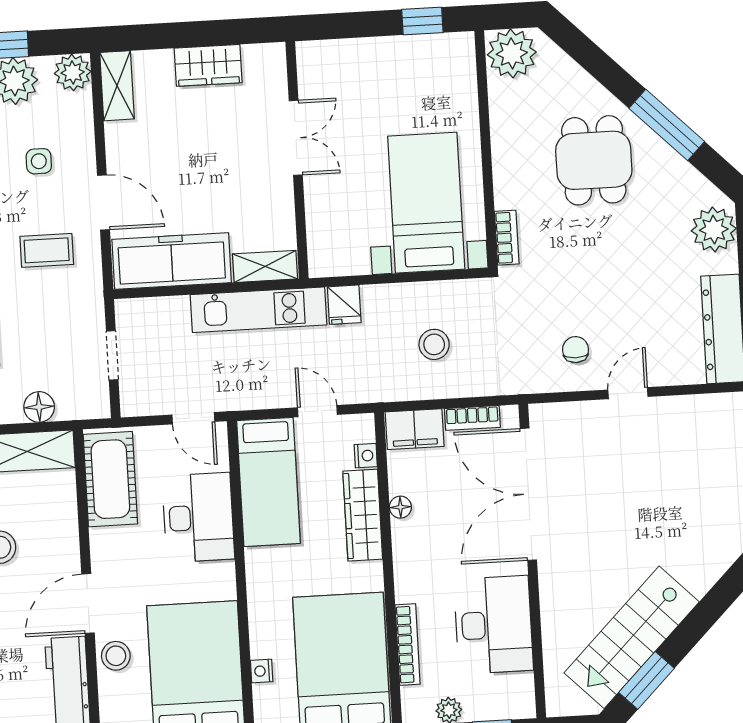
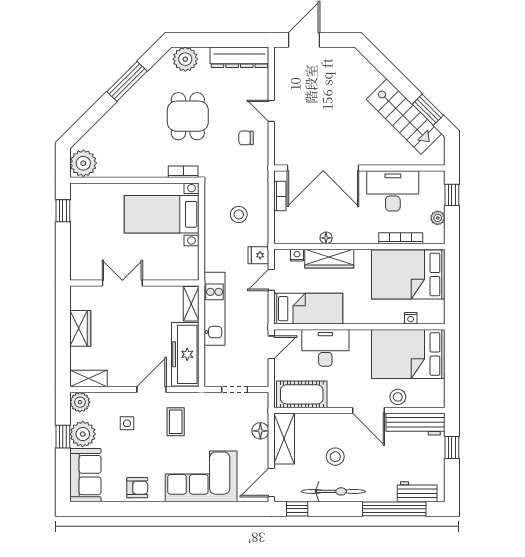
dining table: (594, 160) -> (188, 116), moved, turned 90
fridge: (344, 305) -> (258, 255), moved, turned 180
filing cabinet: (415, 429) -> (284, 228), removed

